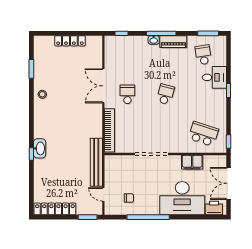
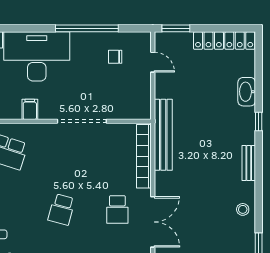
bench: (38, 126) -> (249, 163), added
washbasin: (40, 148) -> (247, 92), moved
bench: (96, 162) -> (163, 135), moved
filing cabinet: (192, 162) -> (30, 109), width x0.50

